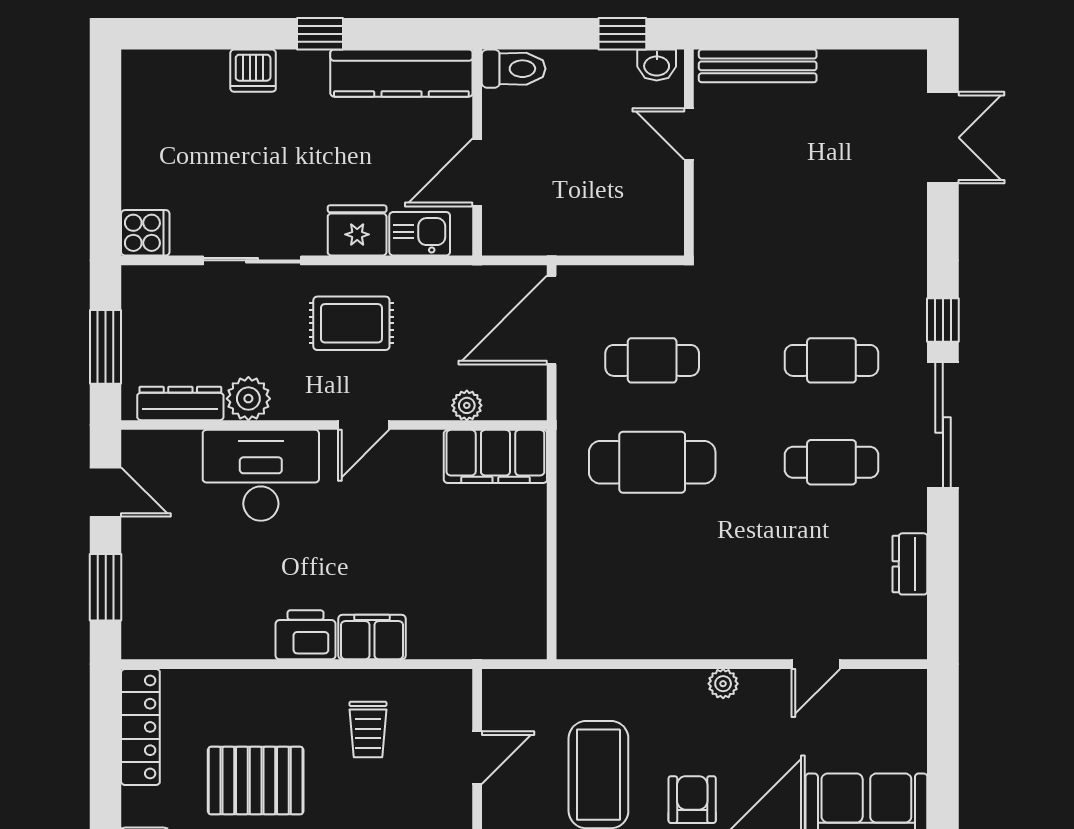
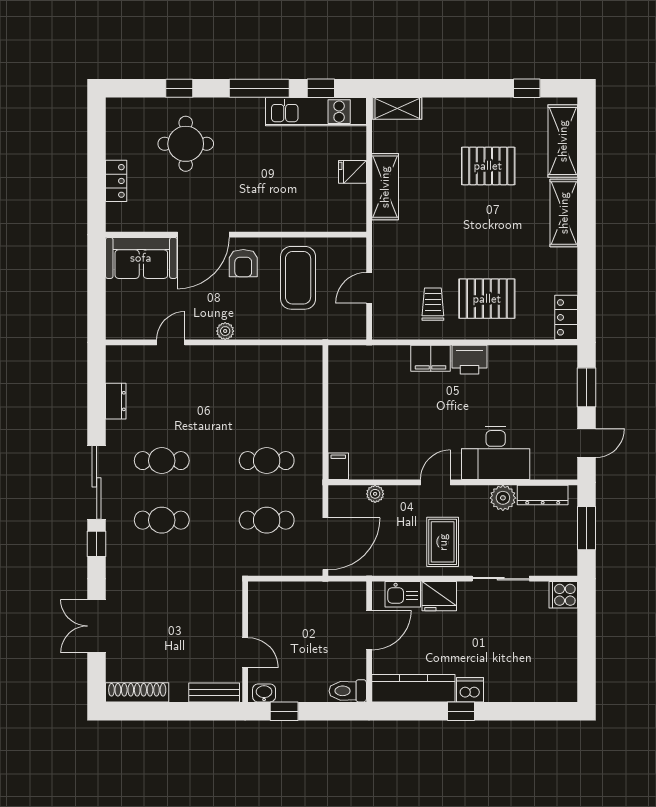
bench: (758, 66) -> (214, 692), width x0.73
shoe rack: (873, 66) -> (137, 692), added
dishwasher: (253, 71) -> (470, 690), moved
double door: (943, 138) -> (97, 626), moved
rug: (351, 323) -> (443, 542), turned 90
filing cabinet: (495, 456) -> (338, 466), width x0.33, depth x0.86
cafe table: (652, 462) -> (267, 461), width x0.73, depth x0.74
door: (106, 492) -> (586, 443), swing flipped
locker: (140, 727) -> (566, 317), width x0.66
pallet: (256, 781) -> (487, 299), moved

